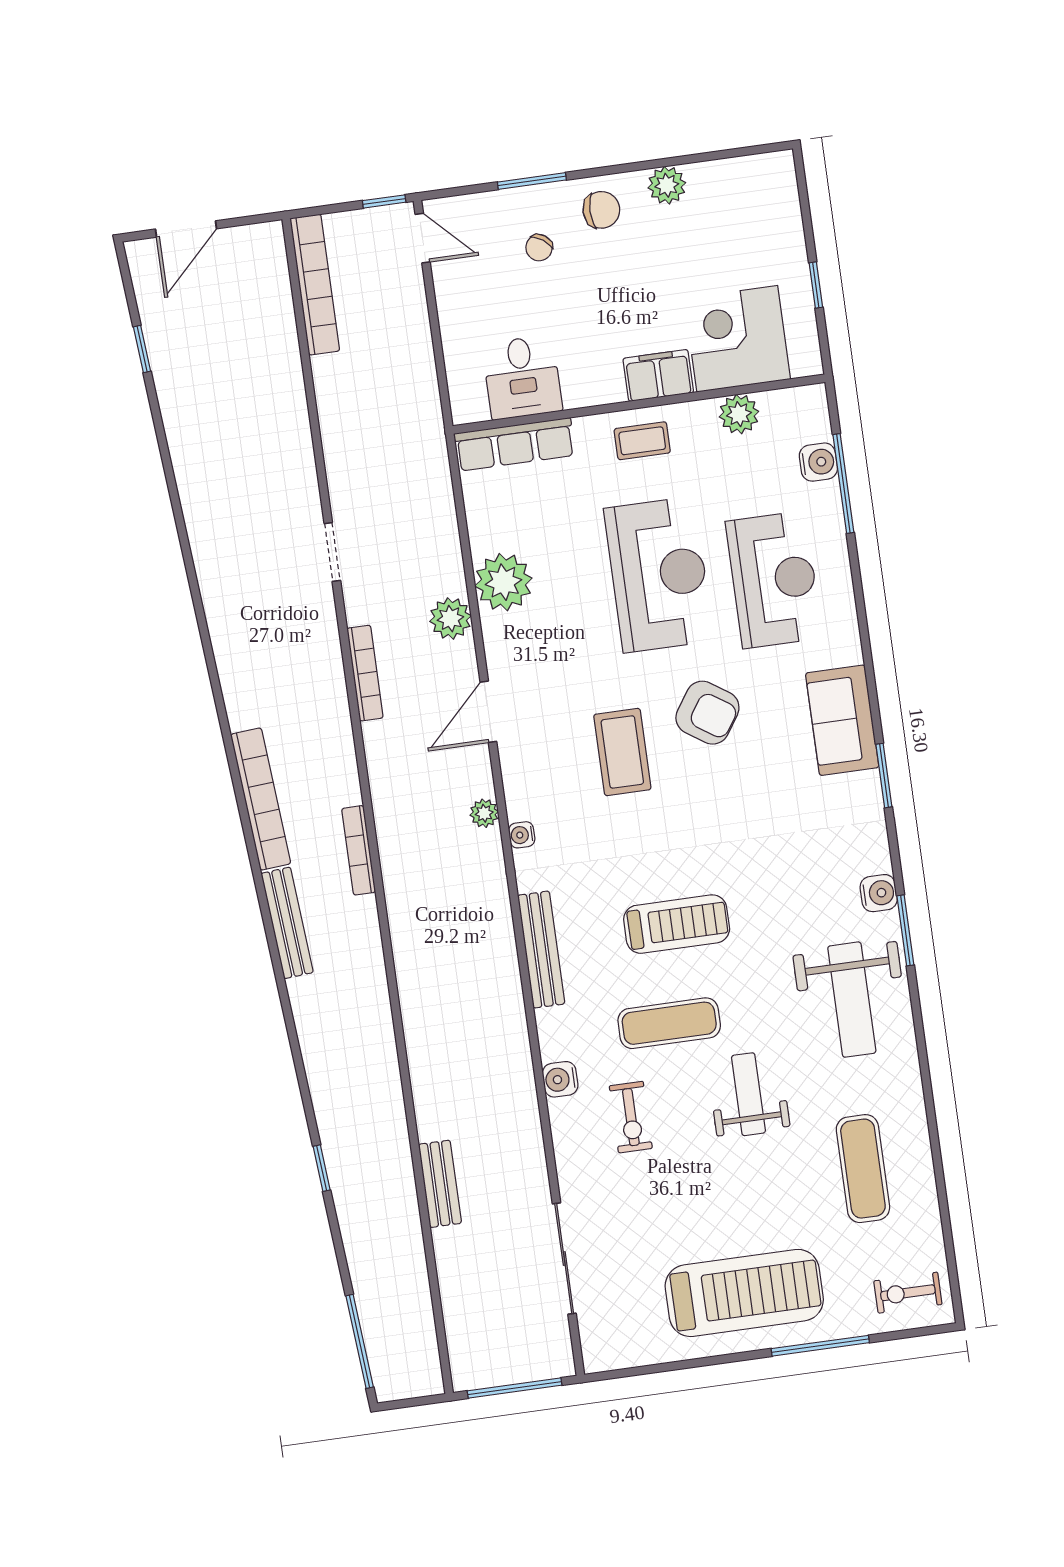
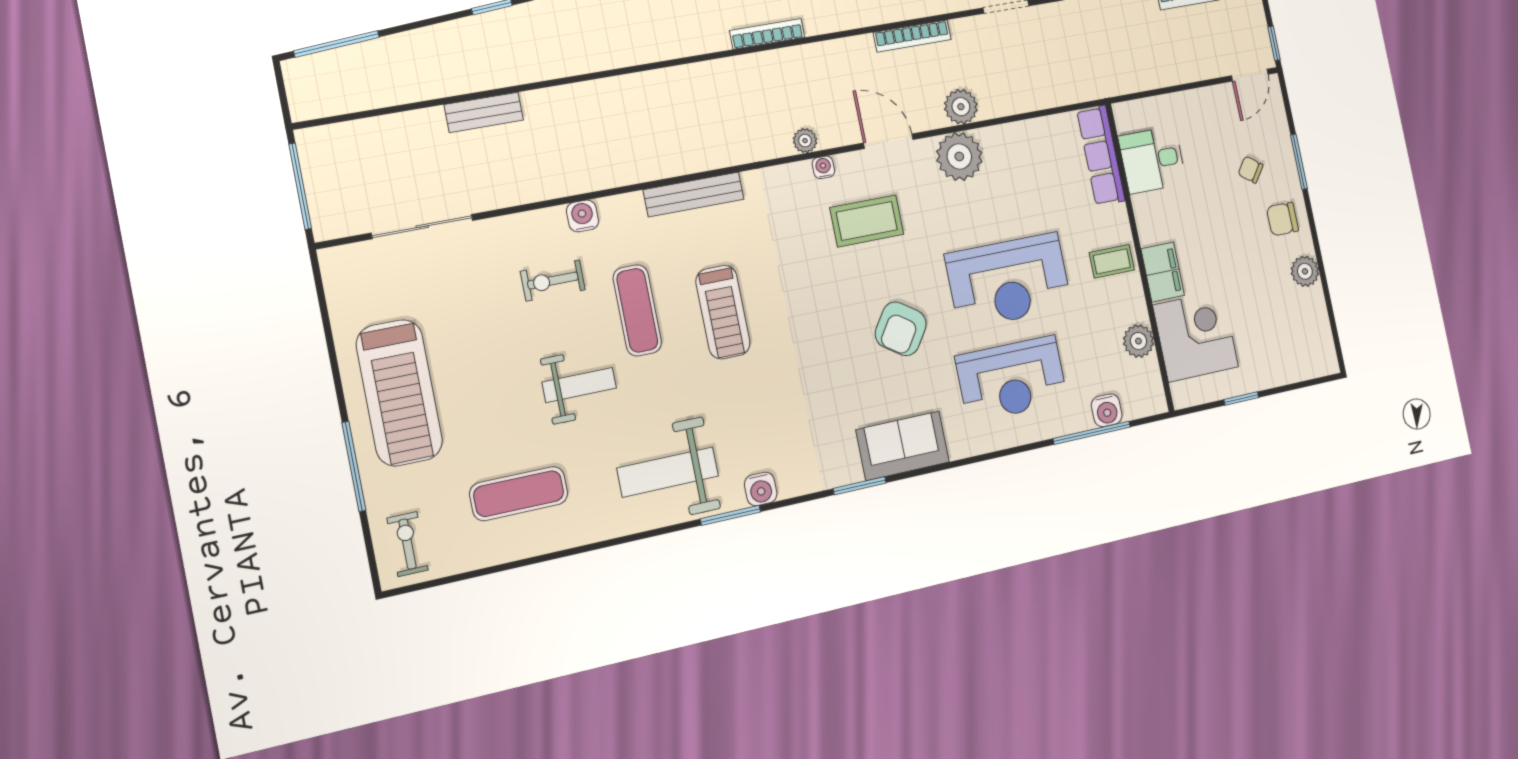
chair: (601, 210) -> (1282, 219), turned 90
coffee table: (642, 441) -> (1112, 261), turned 90
plant: (503, 582) -> (959, 157), moved
coffee table: (622, 752) -> (867, 221), moved
water cooler: (522, 835) -> (823, 167), moved

